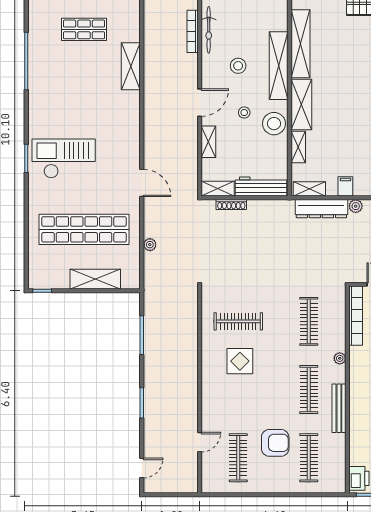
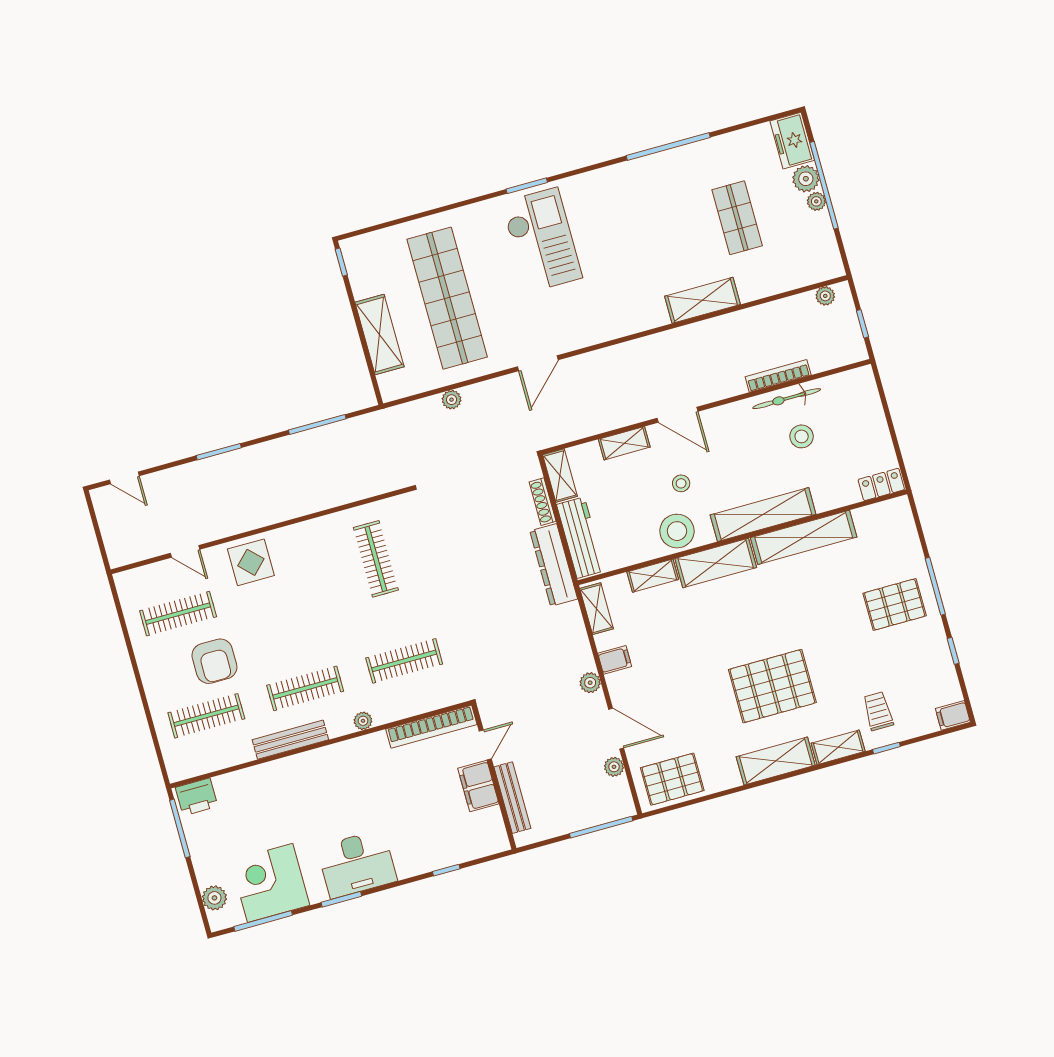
stool: (238, 66) -> (802, 436), moved
dresser: (321, 209) -> (554, 565), moved
display table: (240, 361) -> (251, 562), moved

